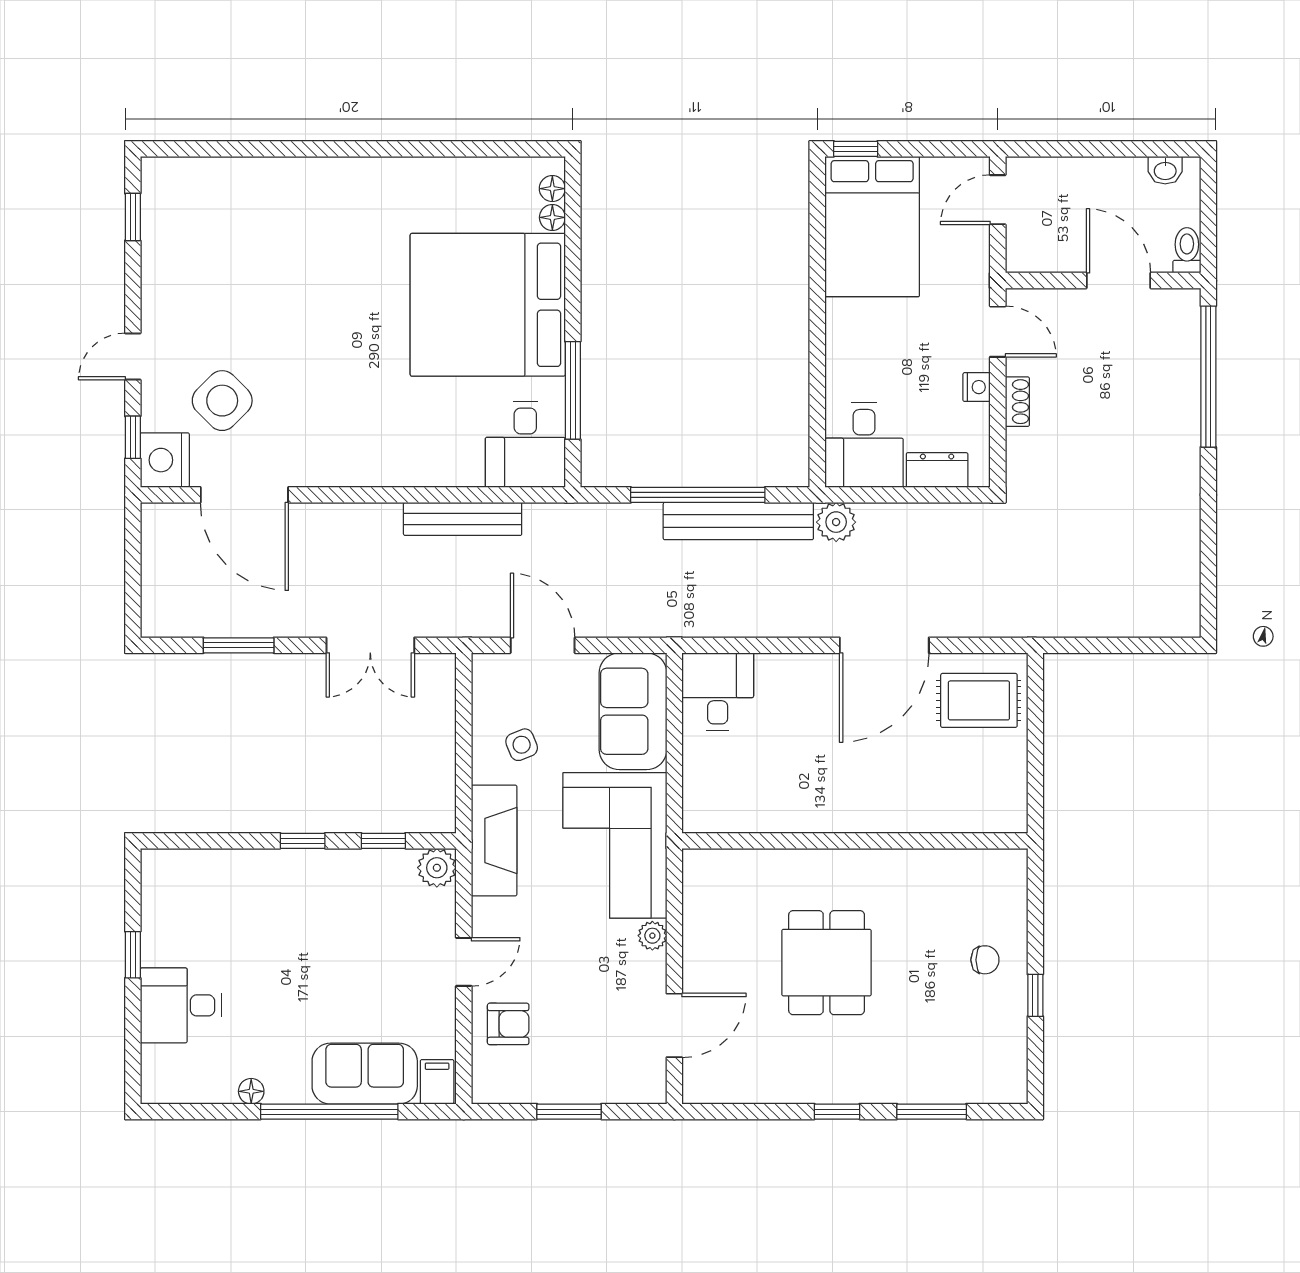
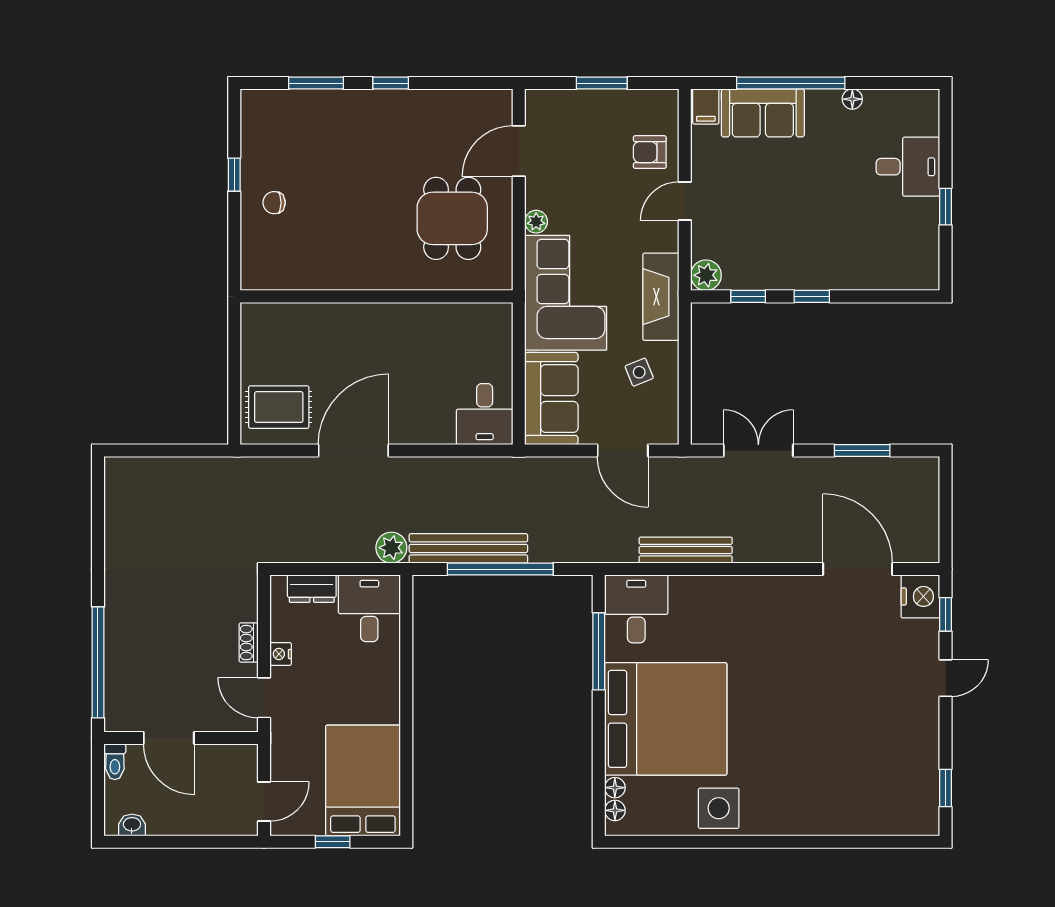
window: (856, 149) -> (333, 842), moved
side table: (222, 401) -> (719, 808), moved, turned 45
dining table: (827, 963) -> (452, 218), moved

